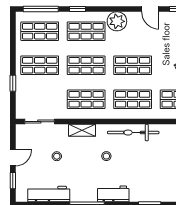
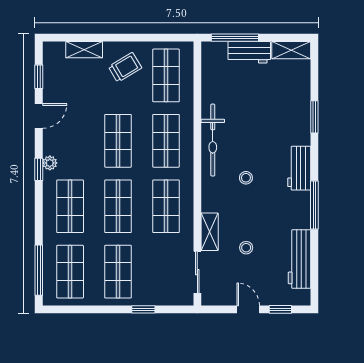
window: (78, 9) -> (39, 169), moved
plant: (117, 21) -> (50, 163), width x0.53, depth x0.53
shelving: (82, 130) -> (210, 232), moved

